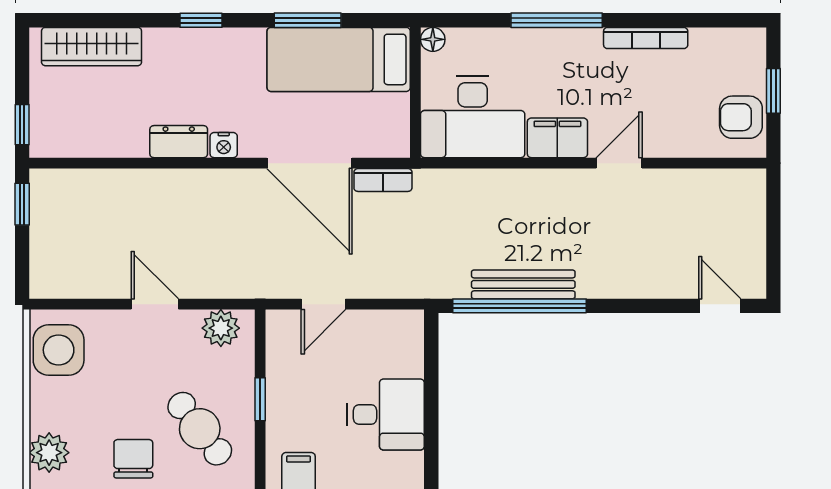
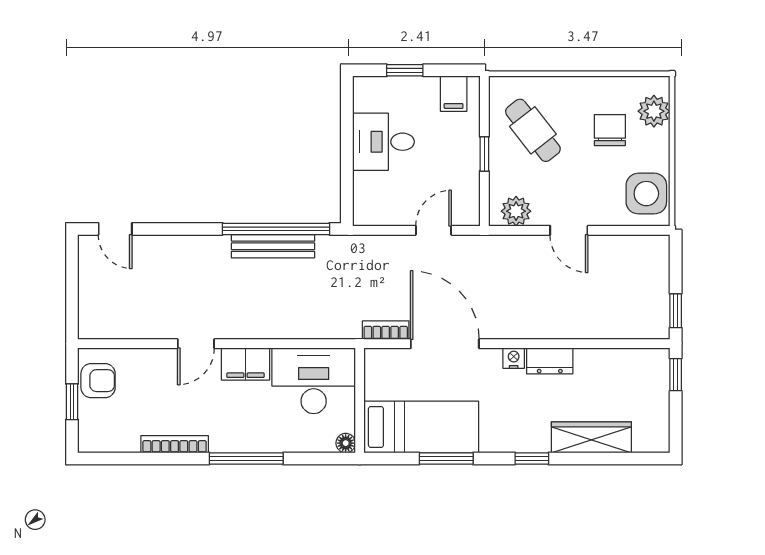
wardrobe: (92, 47) -> (591, 437), moved
chair: (133, 459) -> (610, 130), moved, turned 180

